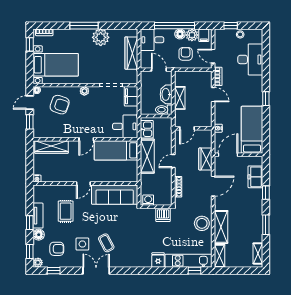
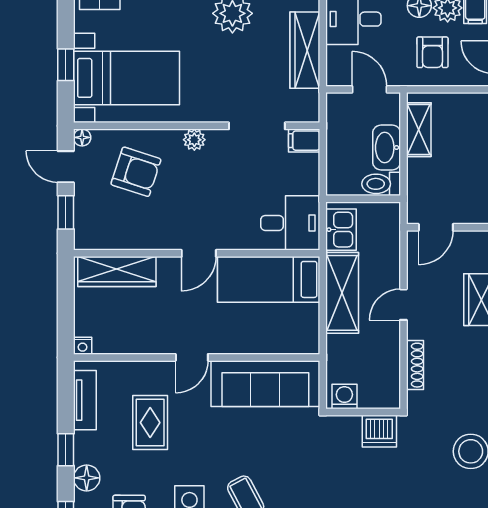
window: (30, 44) -> (66, 65), moved
armchair: (186, 54) -> (432, 52), turned 180
filing cabinet: (131, 96) -> (304, 141), width x0.50
shelving: (180, 98) -> (419, 130), moved
door: (30, 102) -> (66, 167), hinge flipped
tv unit: (38, 216) -> (85, 400), moved

